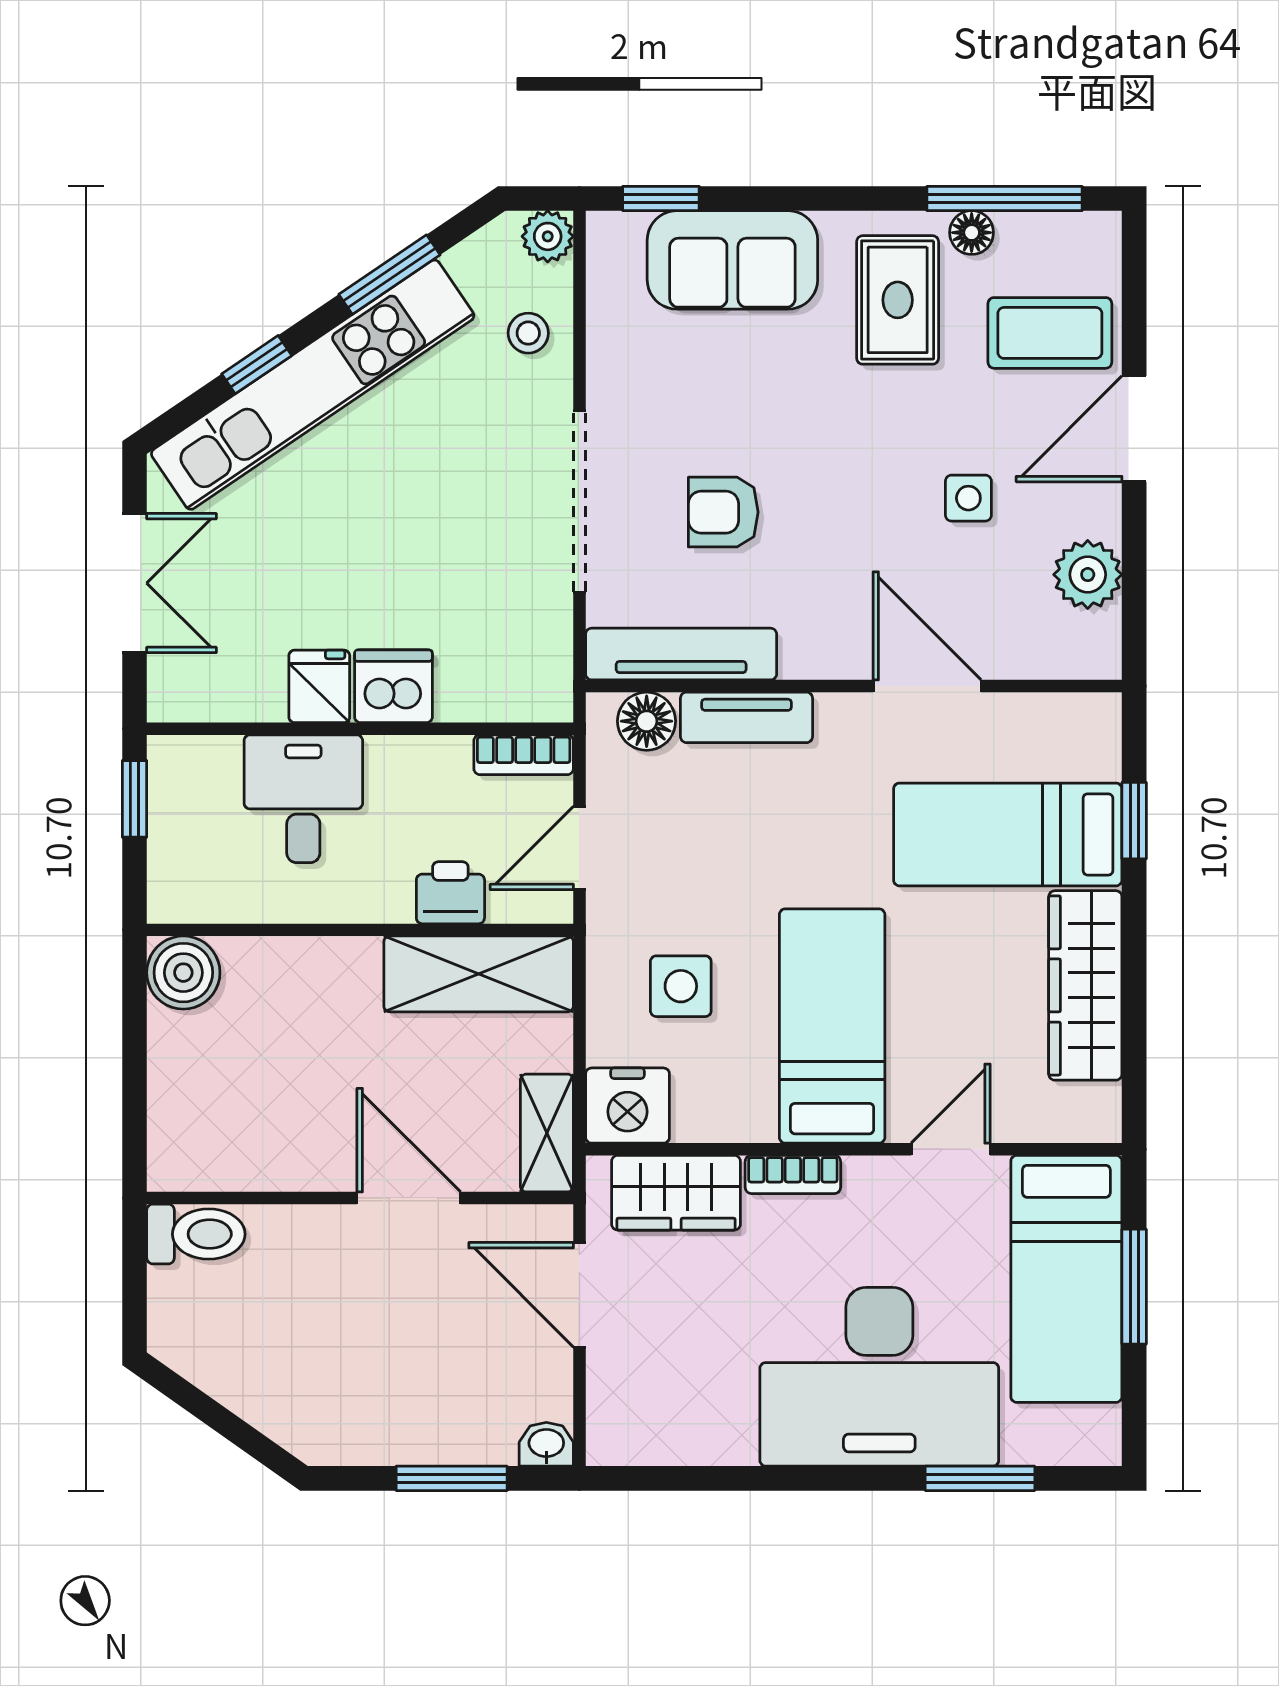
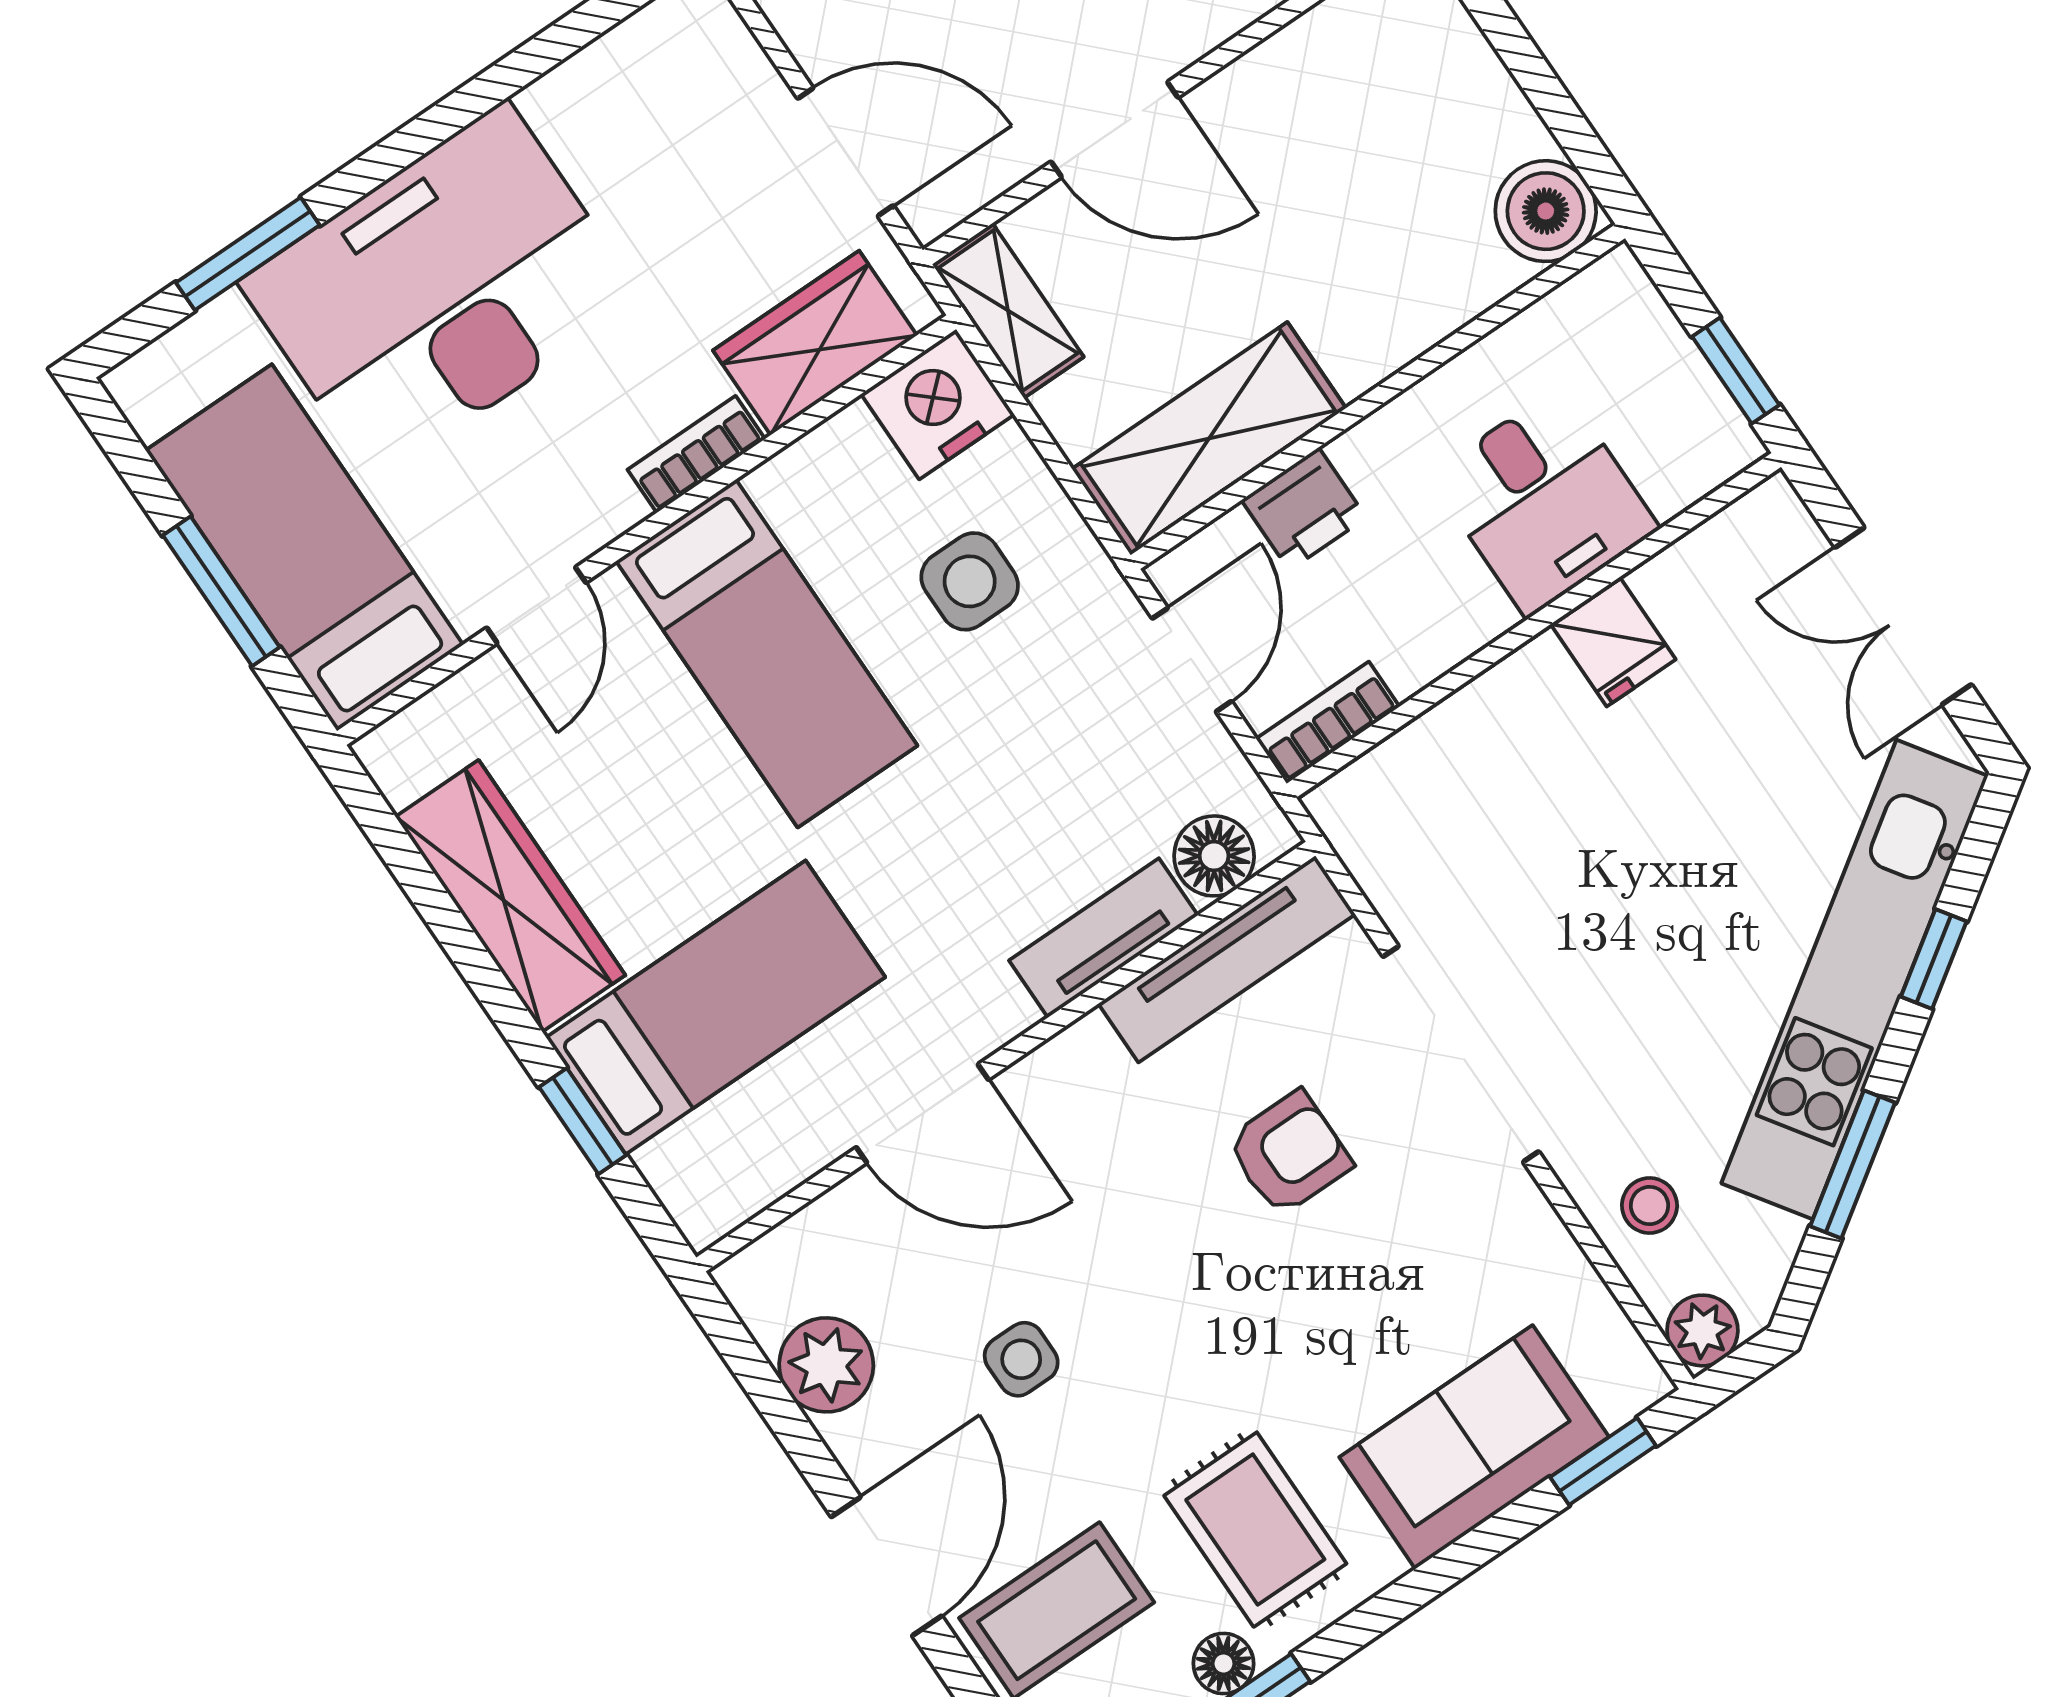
dishwasher: (393, 686) -> (1529, 700), removed

